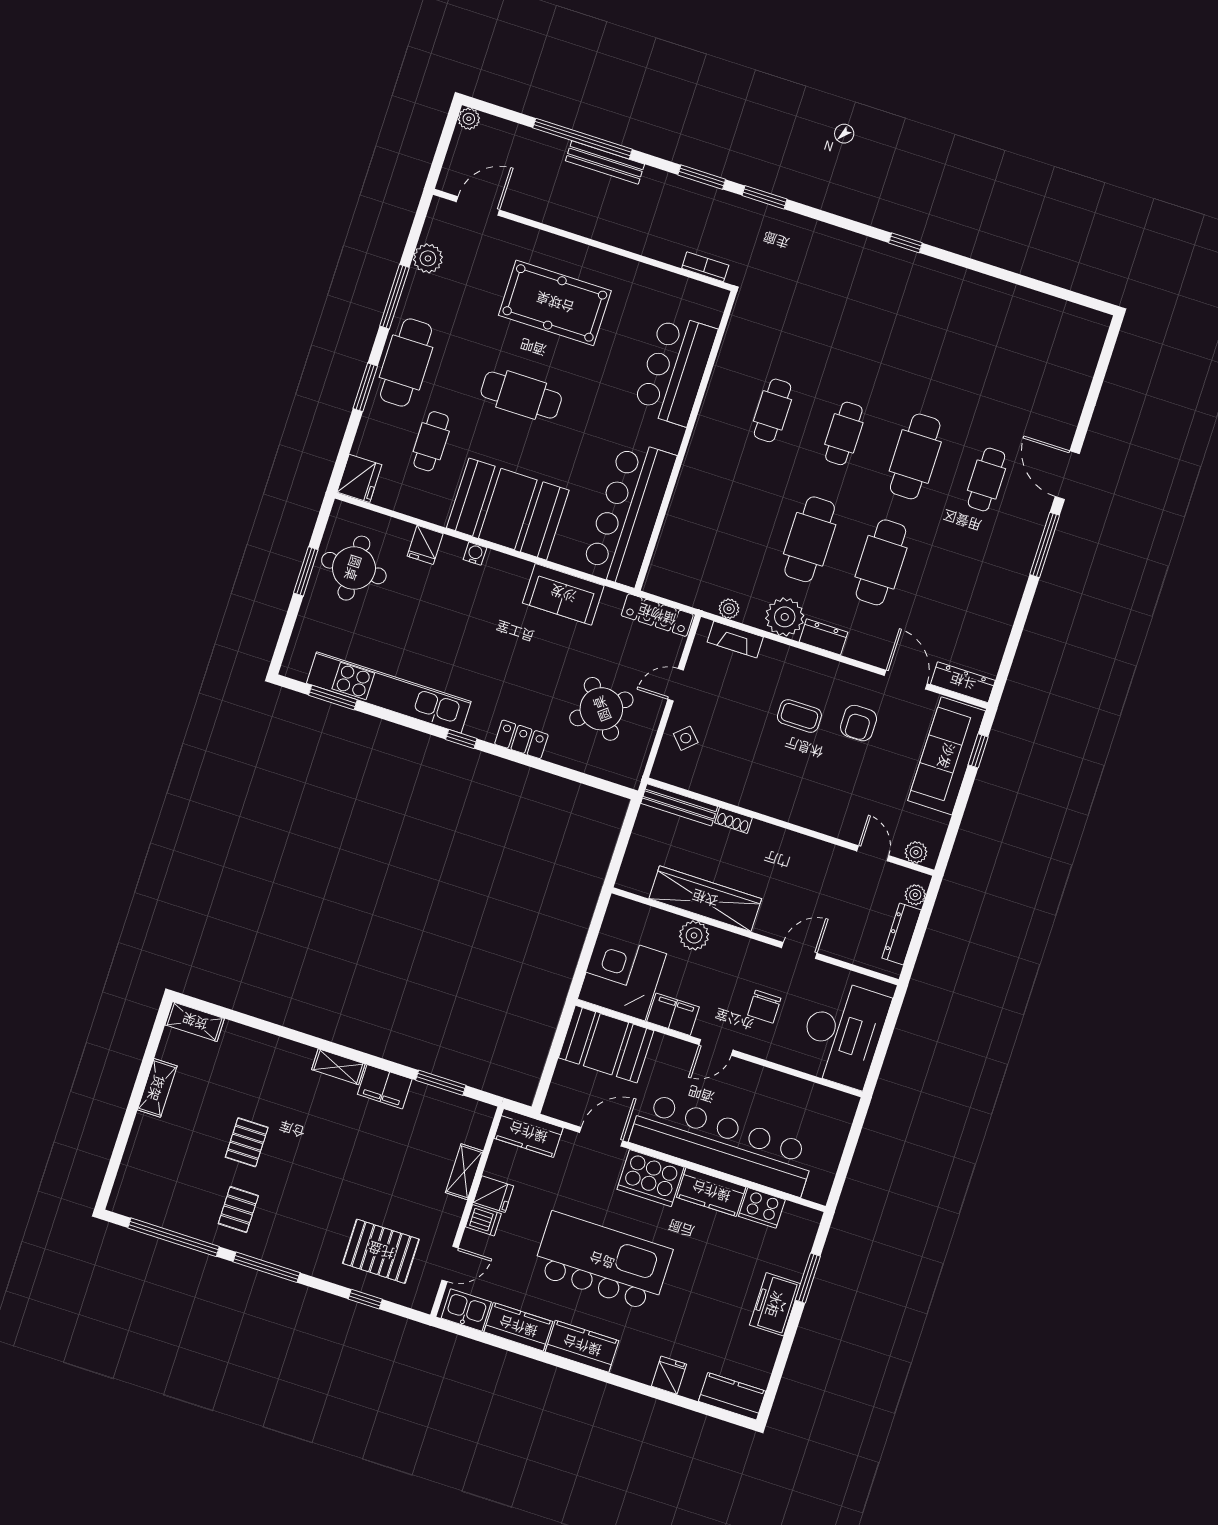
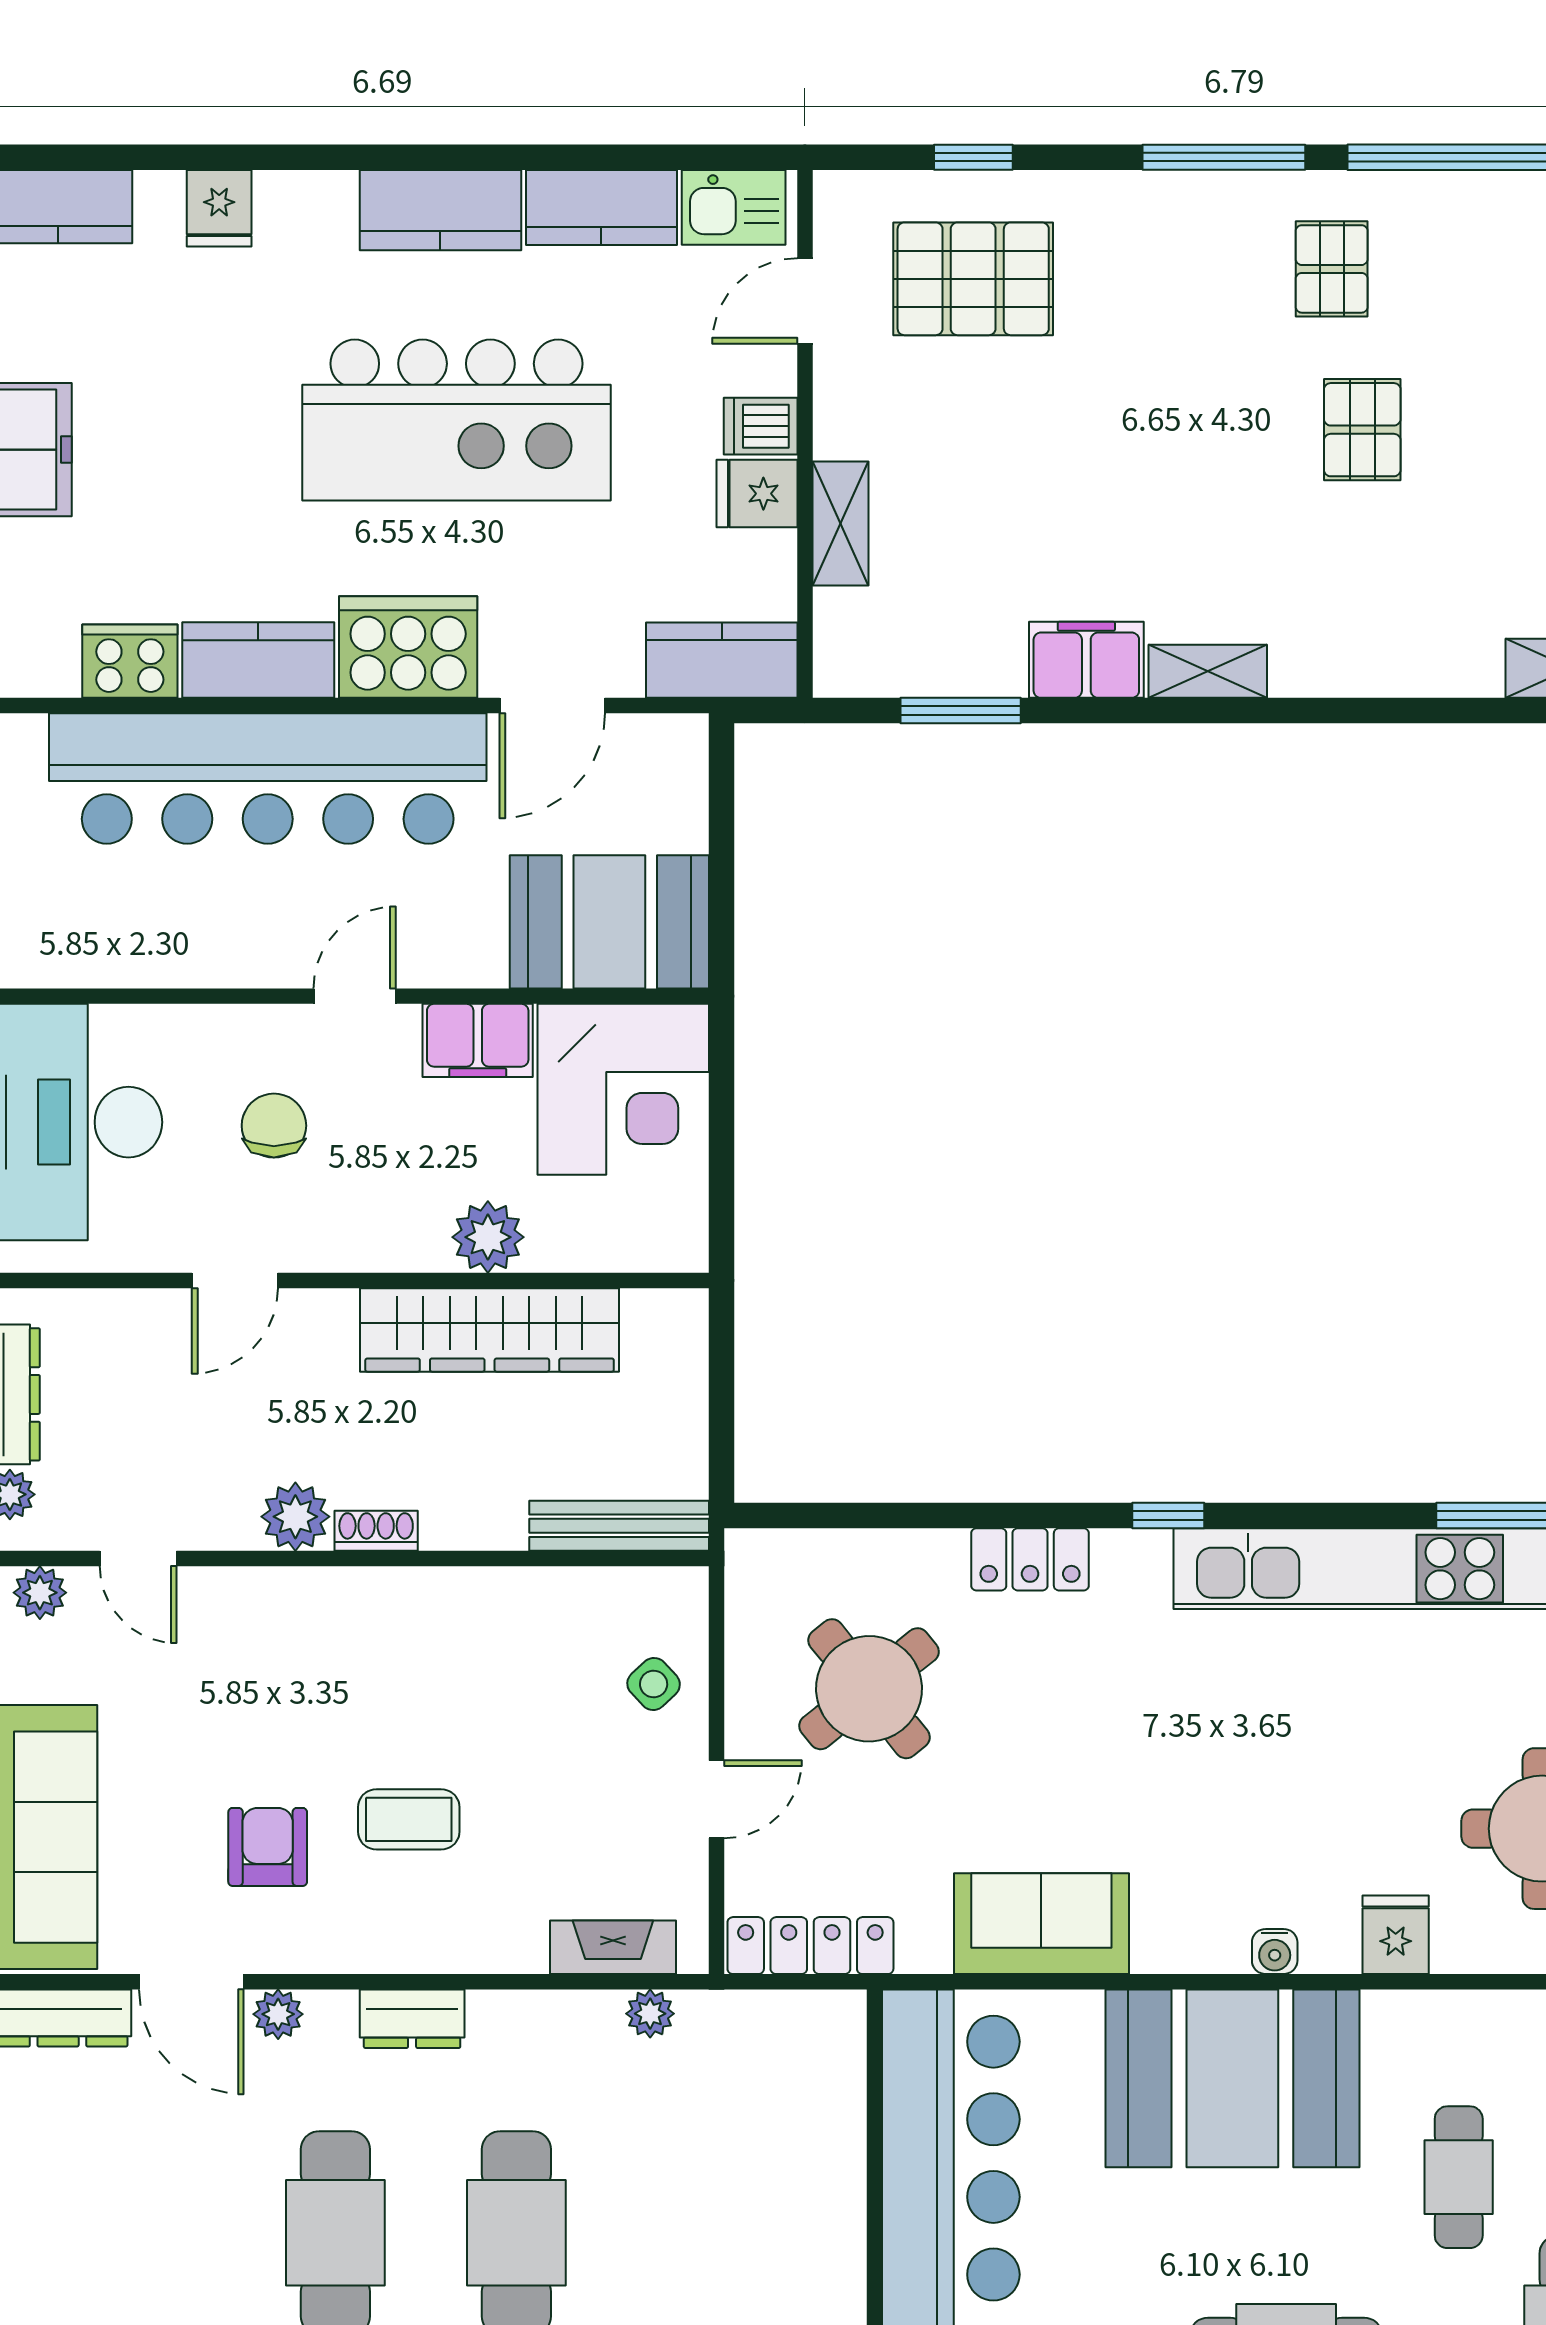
plant: (785, 617) -> (278, 2014), moved, width x0.53, depth x0.53
shoe rack: (733, 820) -> (376, 1531), moved
plant: (806, 850) -> (295, 1517), added

